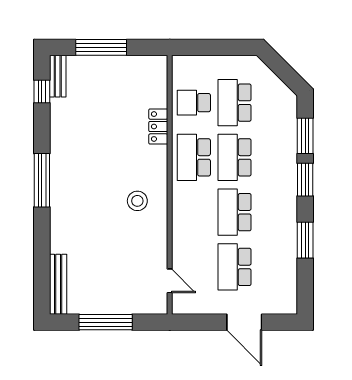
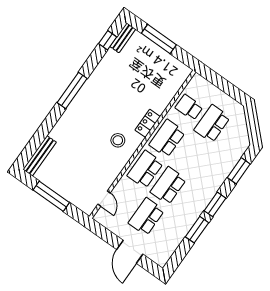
locker: (158, 127) -> (148, 123), moved
school desk: (234, 157) -> (145, 169), moved
window: (305, 180) -> (215, 204), moved

